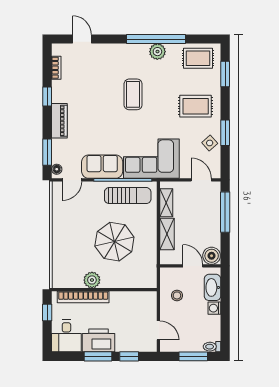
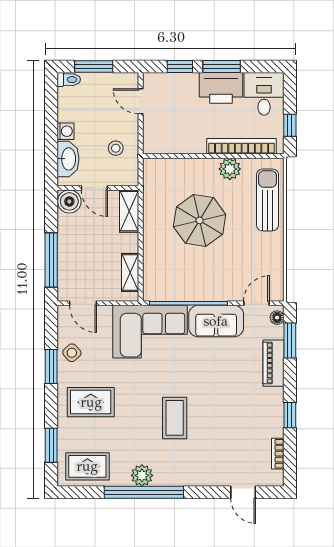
piano: (59, 121) -> (274, 363), moved
sun lounger: (128, 196) -> (267, 200), moved, turned 90
shelving: (167, 234) -> (129, 211), moved

